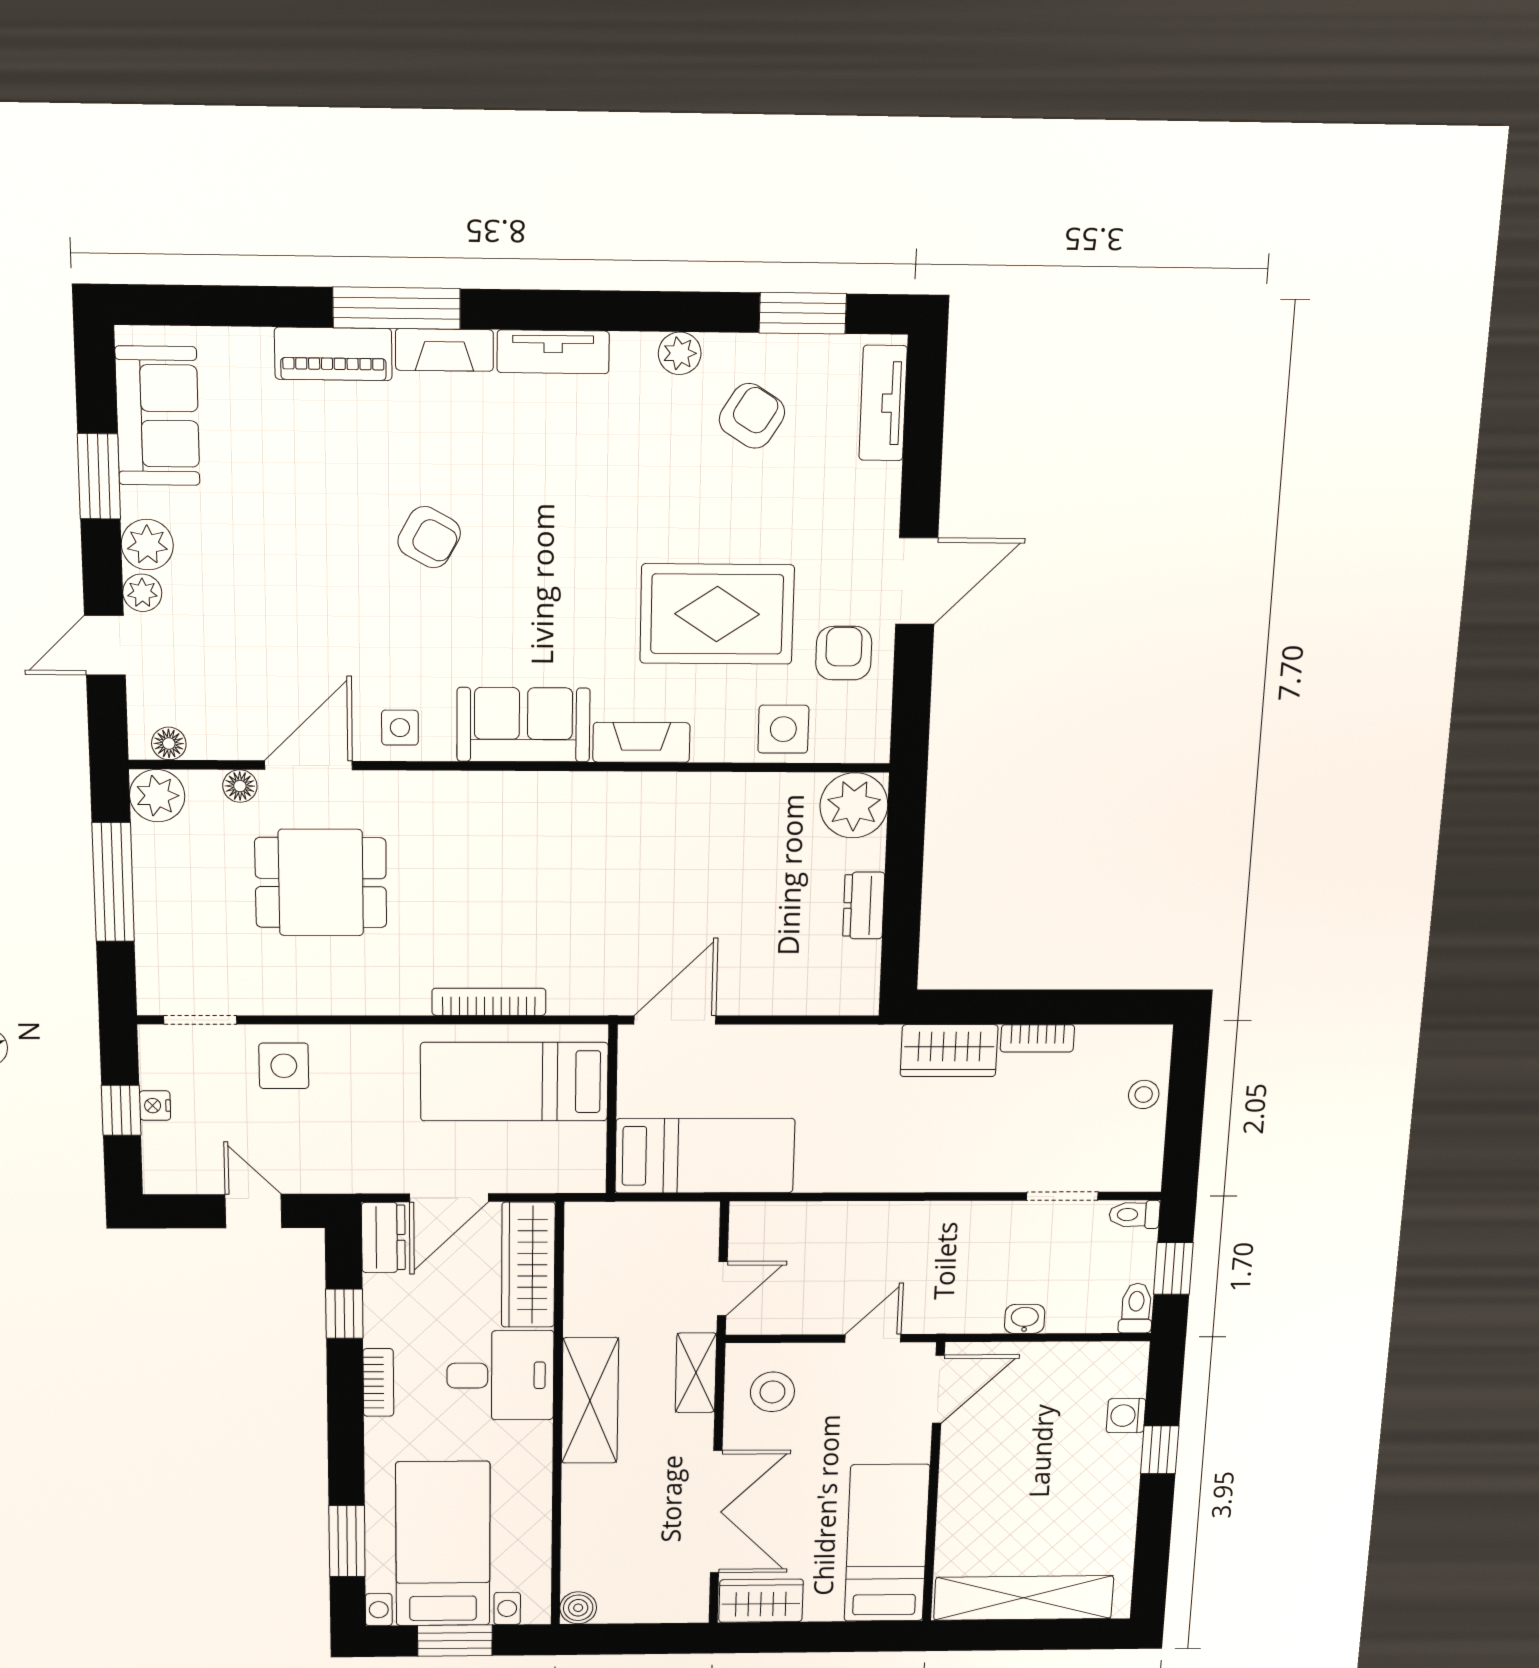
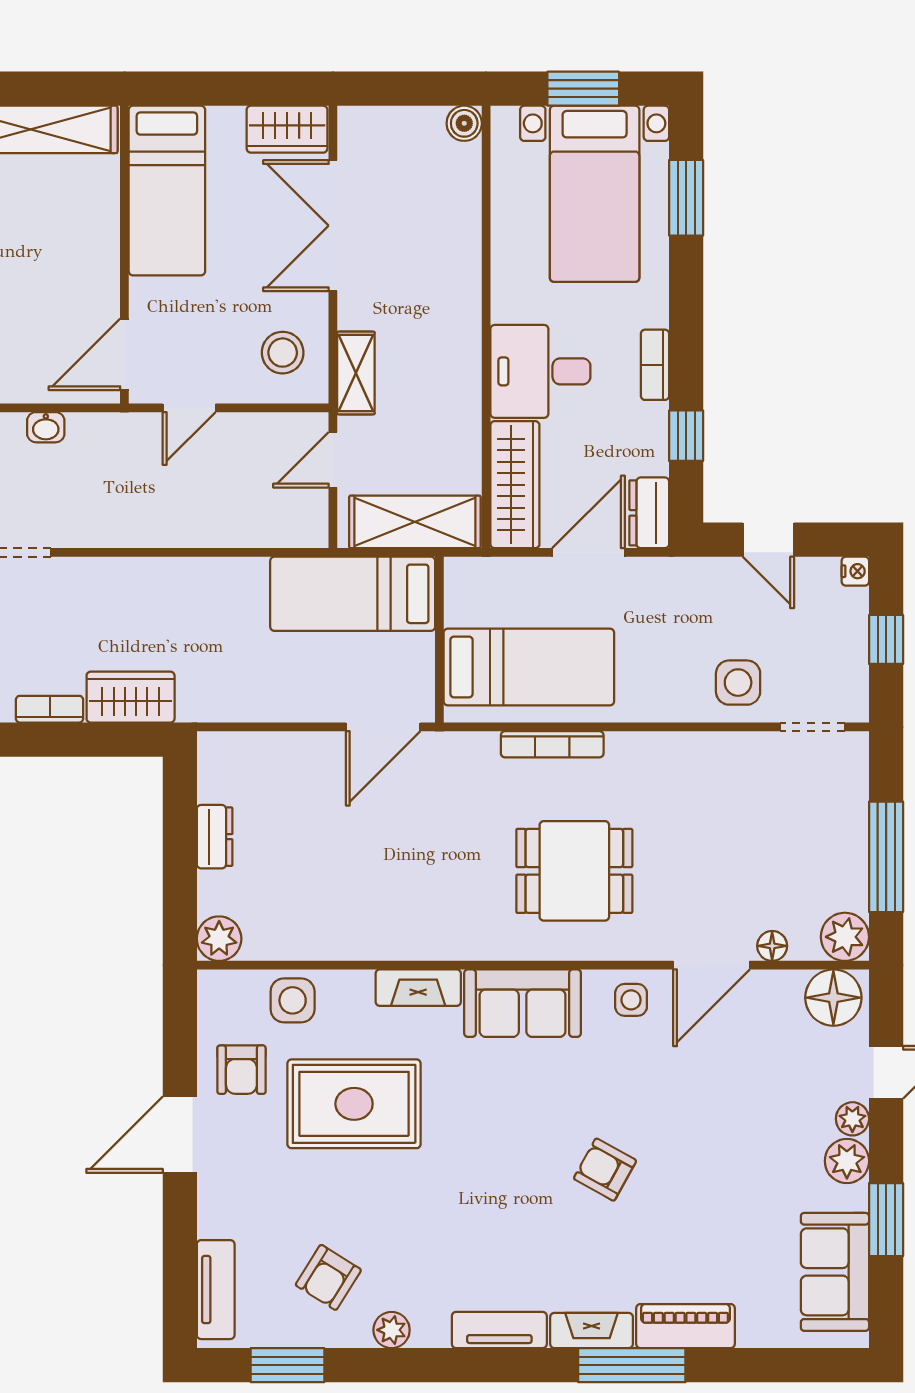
floor lamp: (169, 744) -> (833, 998), width x1.89, depth x1.89
plant: (854, 805) -> (219, 939), width x0.73, depth x0.73
dining table: (321, 883) -> (574, 871), moved
nightstand: (155, 1106) -> (855, 571), moved
shelving: (590, 1401) -> (415, 522), moved, turned 90

